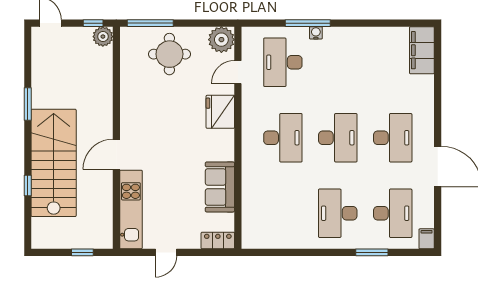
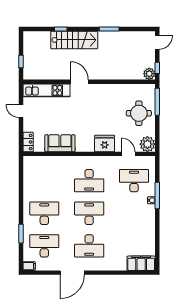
desk: (338, 138) -> (89, 213), turned 180
stairs: (54, 163) -> (74, 40), width x0.73, depth x0.66
desk: (393, 213) -> (44, 246), turned 180

